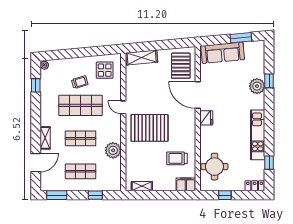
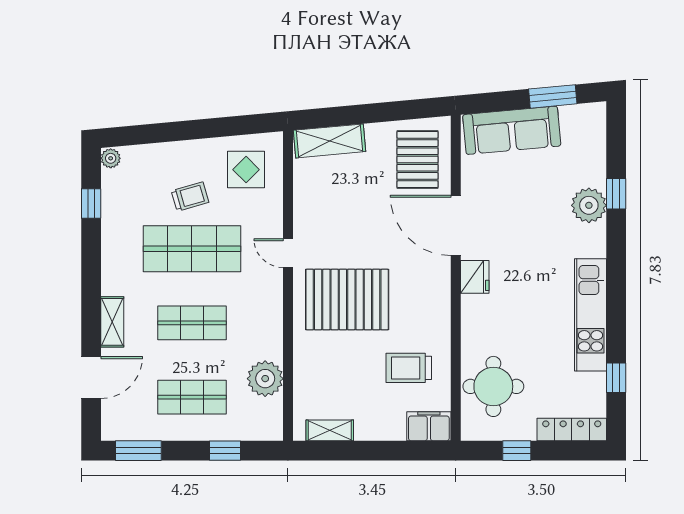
plant: (113, 150) -> (265, 379), moved
locker: (255, 186) -> (572, 430), width x1.53

